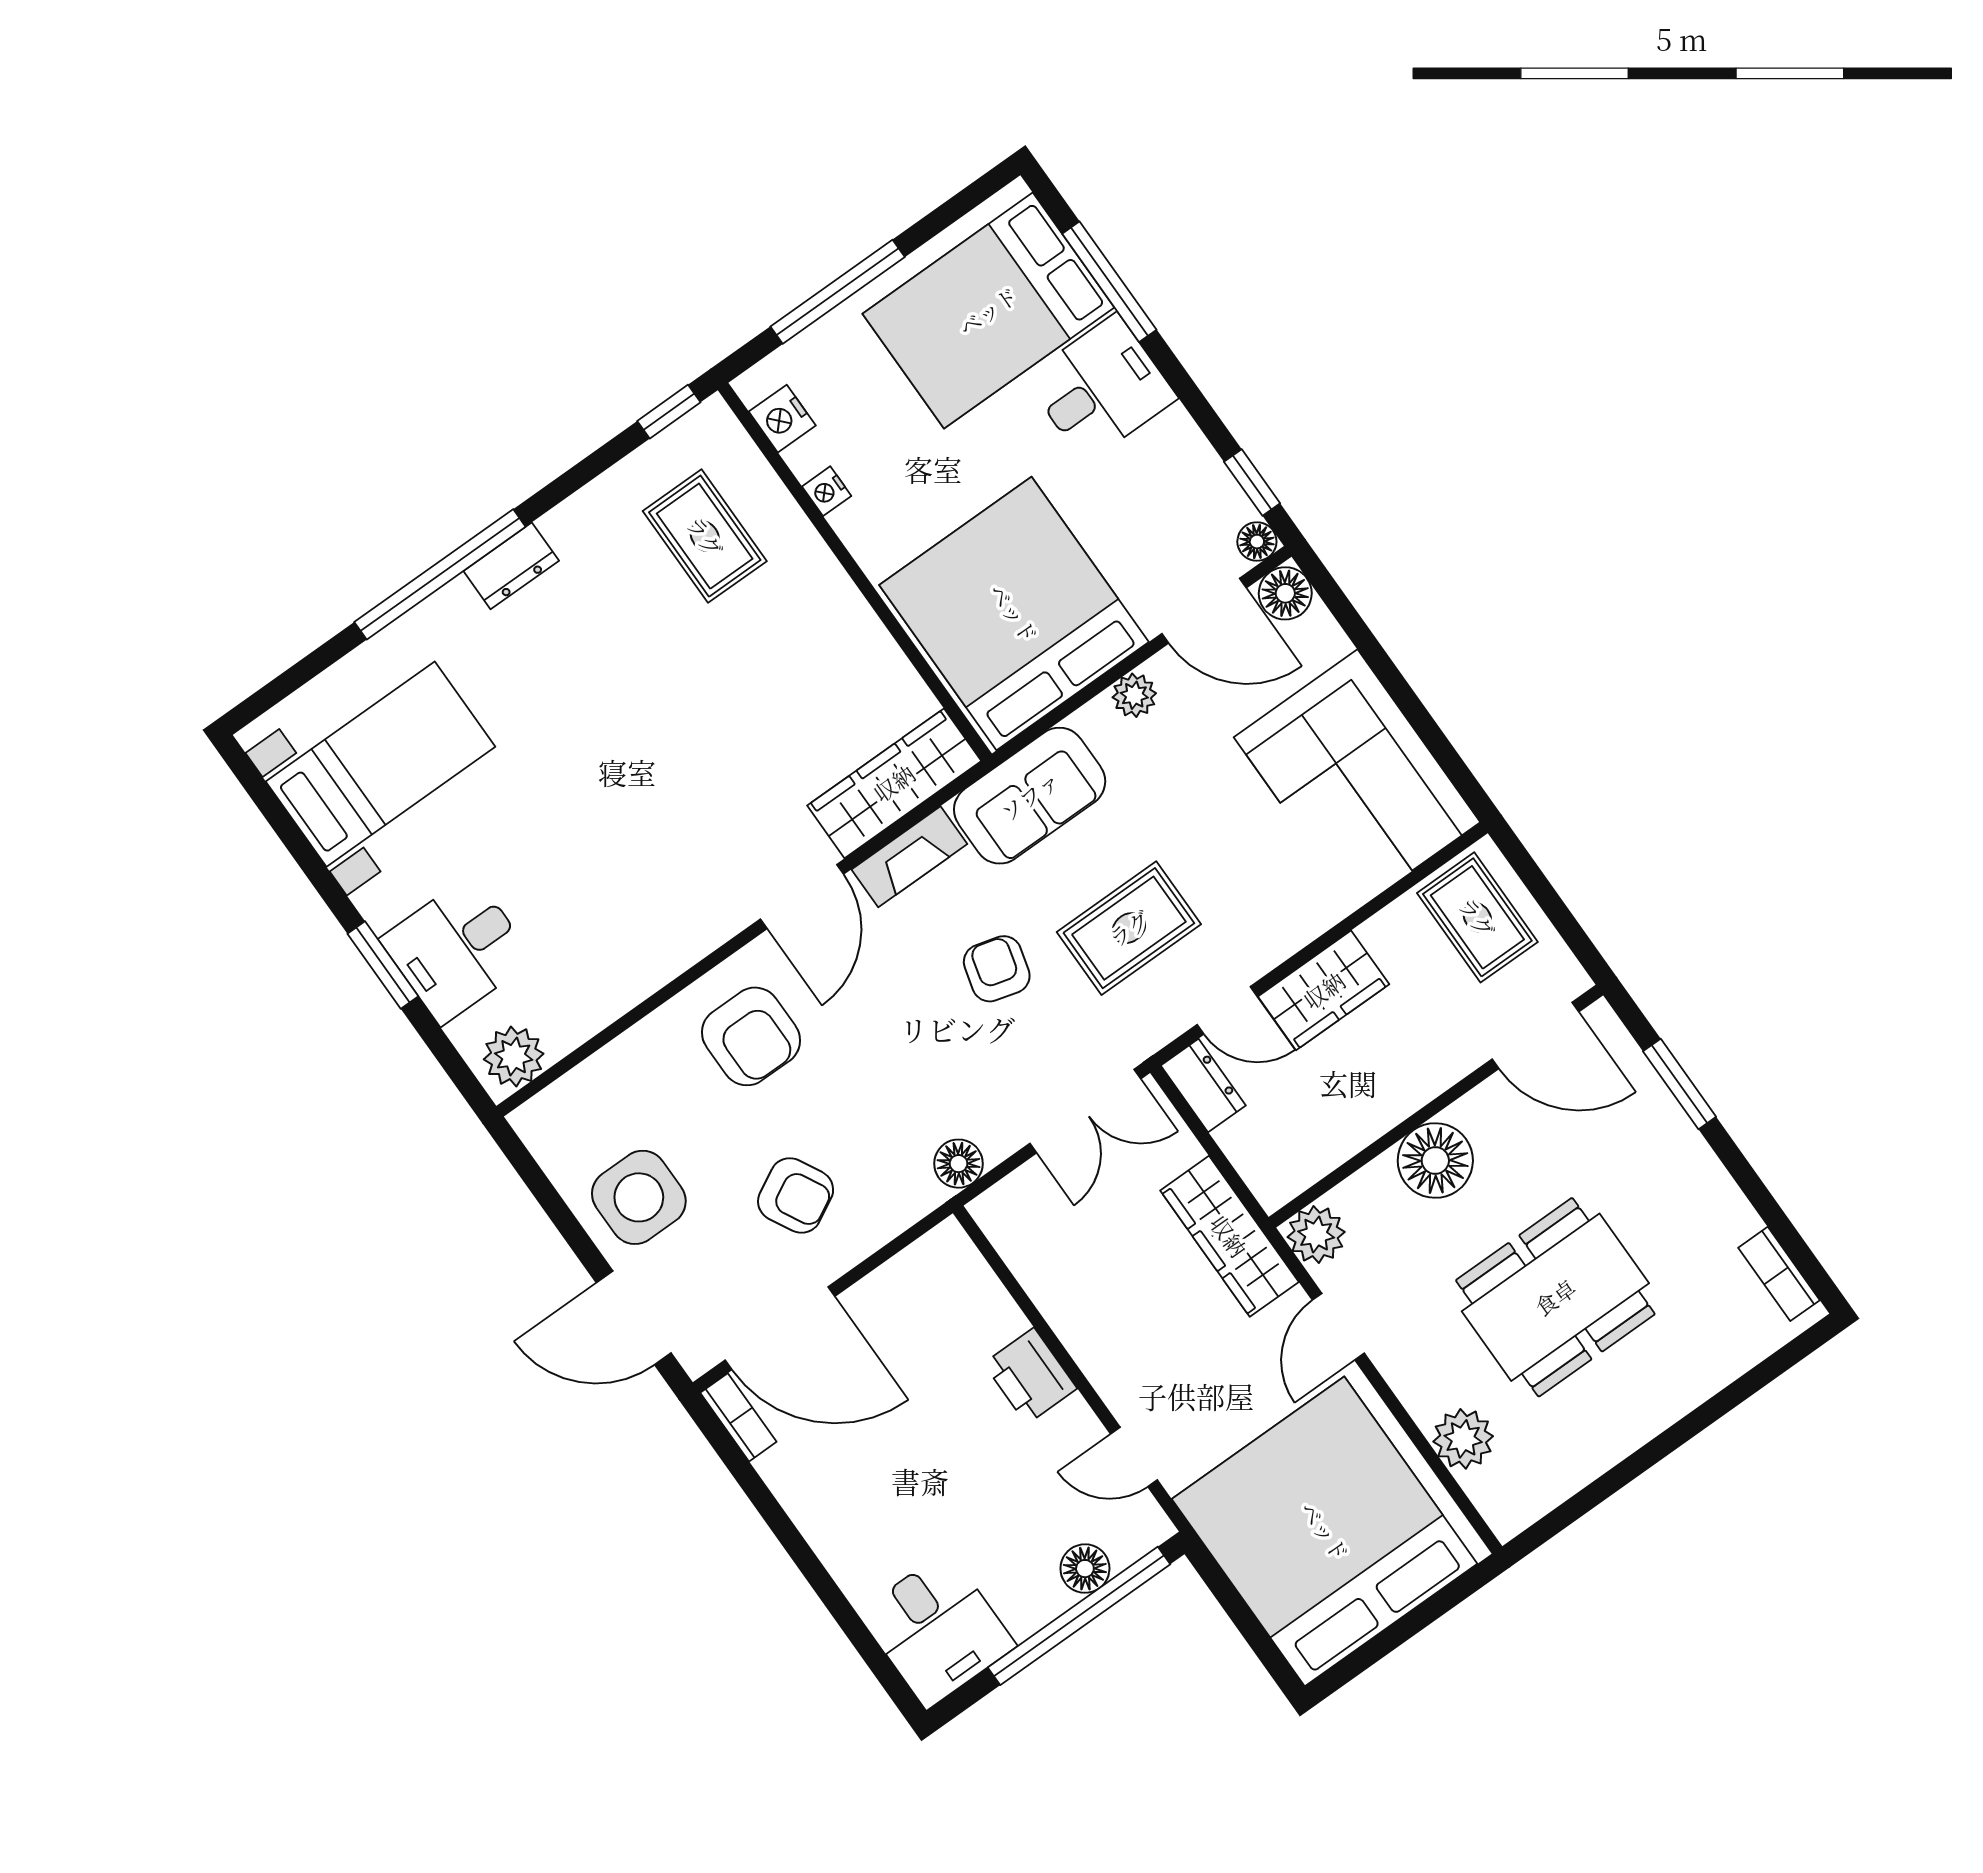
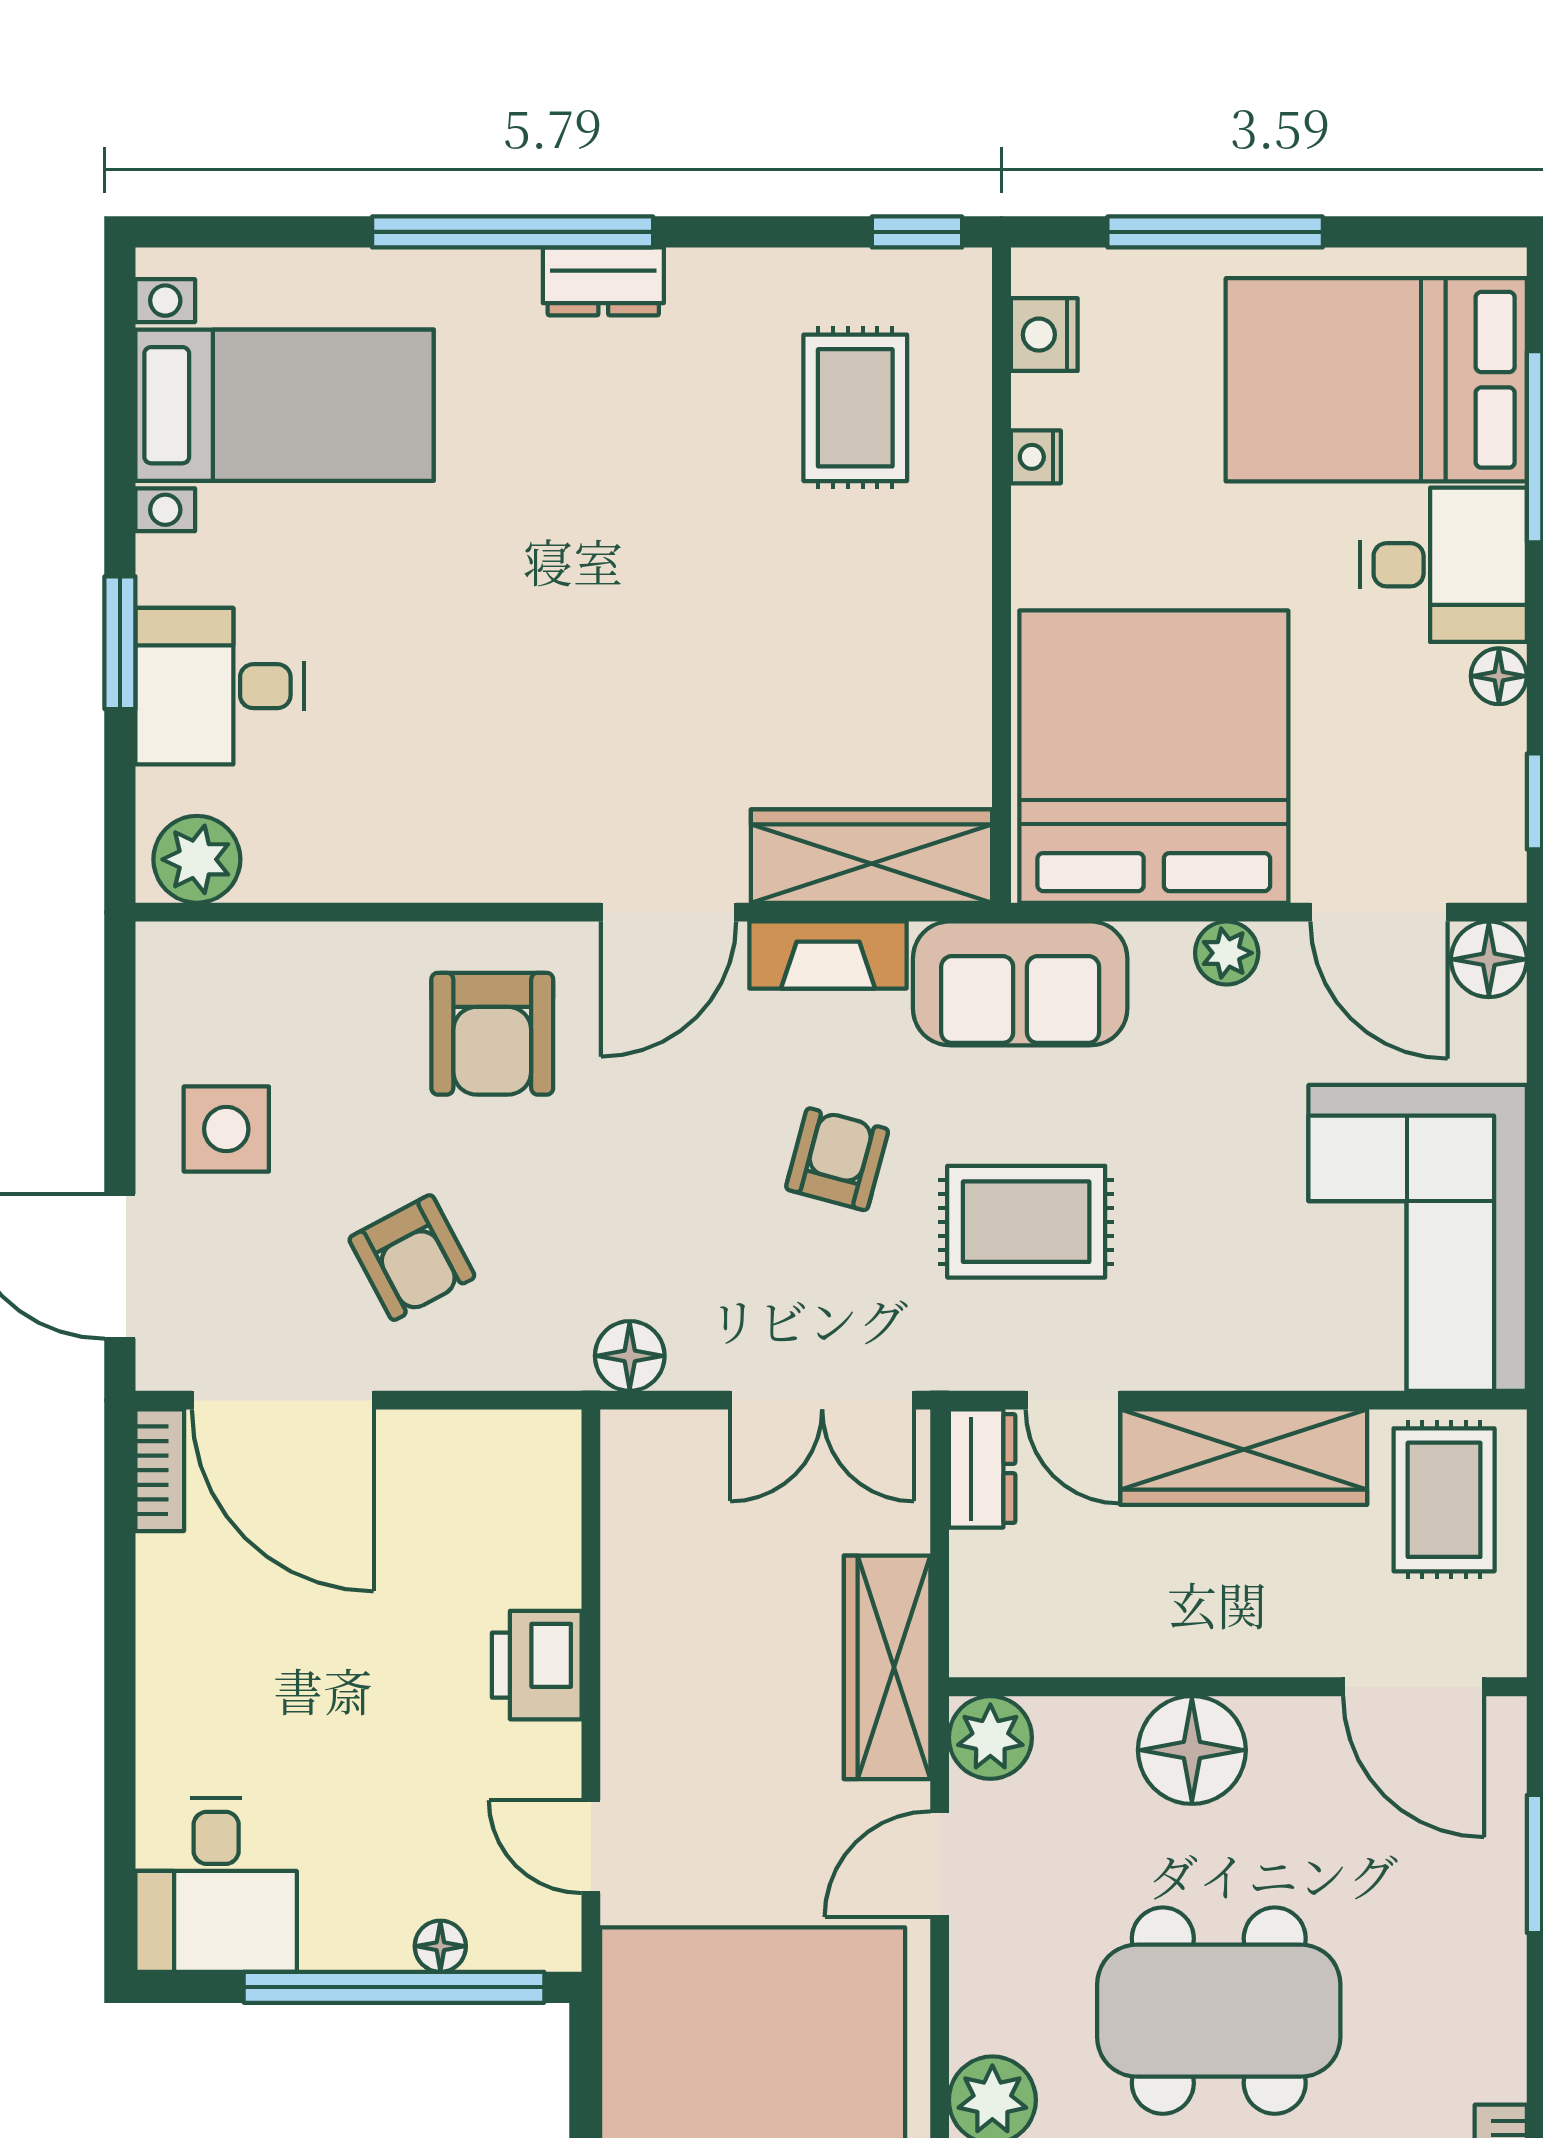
floor lamp: (1257, 542) -> (1499, 676), moved
wardrobe: (1324, 990) -> (1244, 1457), width x1.50
side table: (639, 1197) -> (226, 1129), width x0.73, depth x0.73
floor lamp: (1085, 1569) -> (440, 1946), width x0.73, depth x0.73

